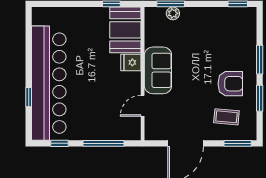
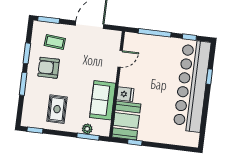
rug: (213, 33) -> (57, 109), added
sofa: (158, 70) -> (103, 100), moved

